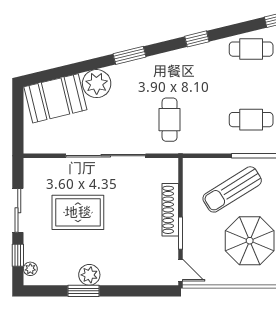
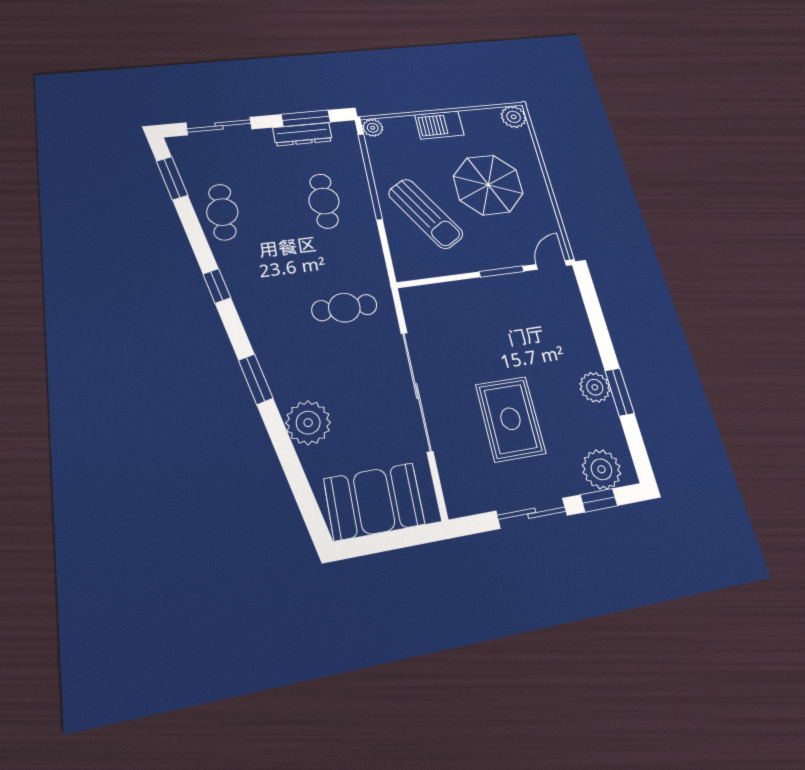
booth: (55, 98) -> (374, 501), moved, turned -76
shoe rack: (170, 210) -> (473, 289), removed
plant: (30, 269) -> (601, 469), width x1.87, depth x1.87

